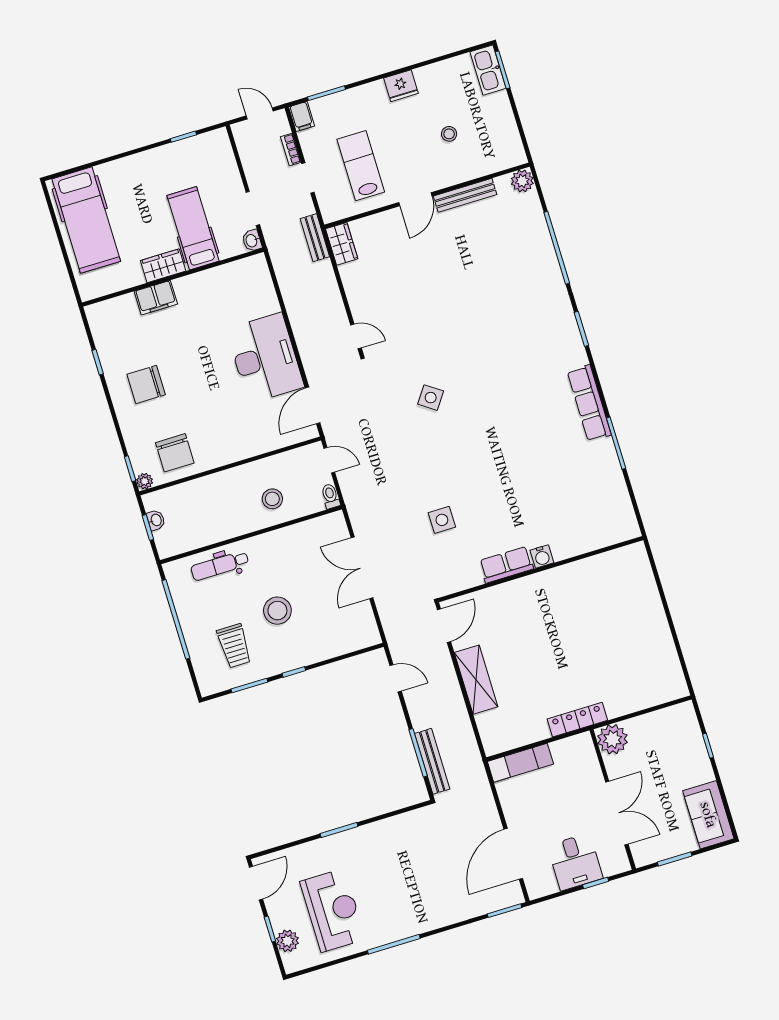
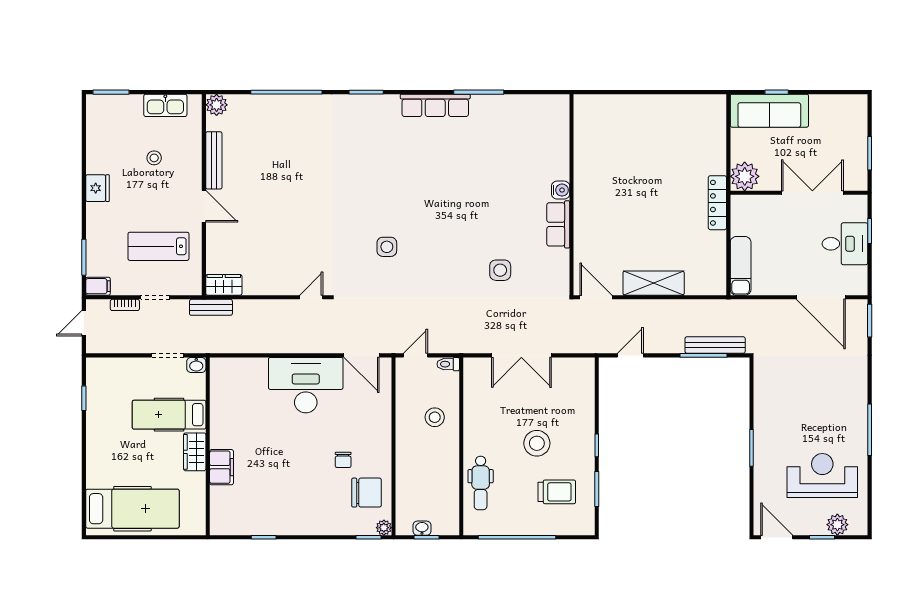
kitchen sink: (488, 70) -> (165, 105), moved
chair: (146, 385) -> (343, 460), moved, width x0.54, depth x0.54
side table: (431, 398) -> (387, 247), turned -35
sofa: (708, 815) -> (769, 111), moved, width x1.36

